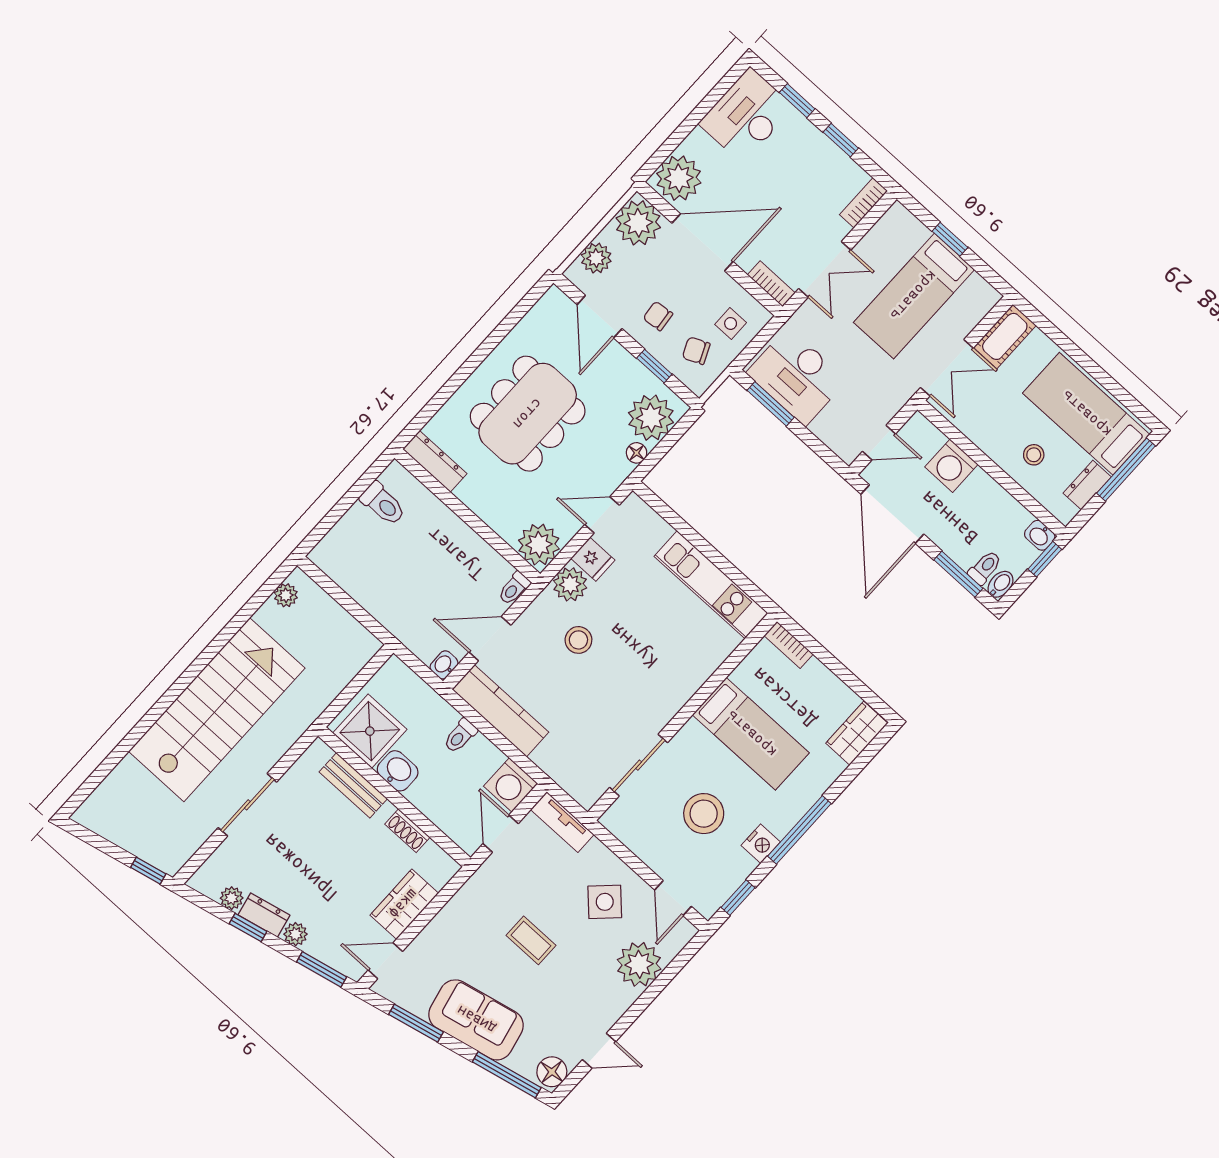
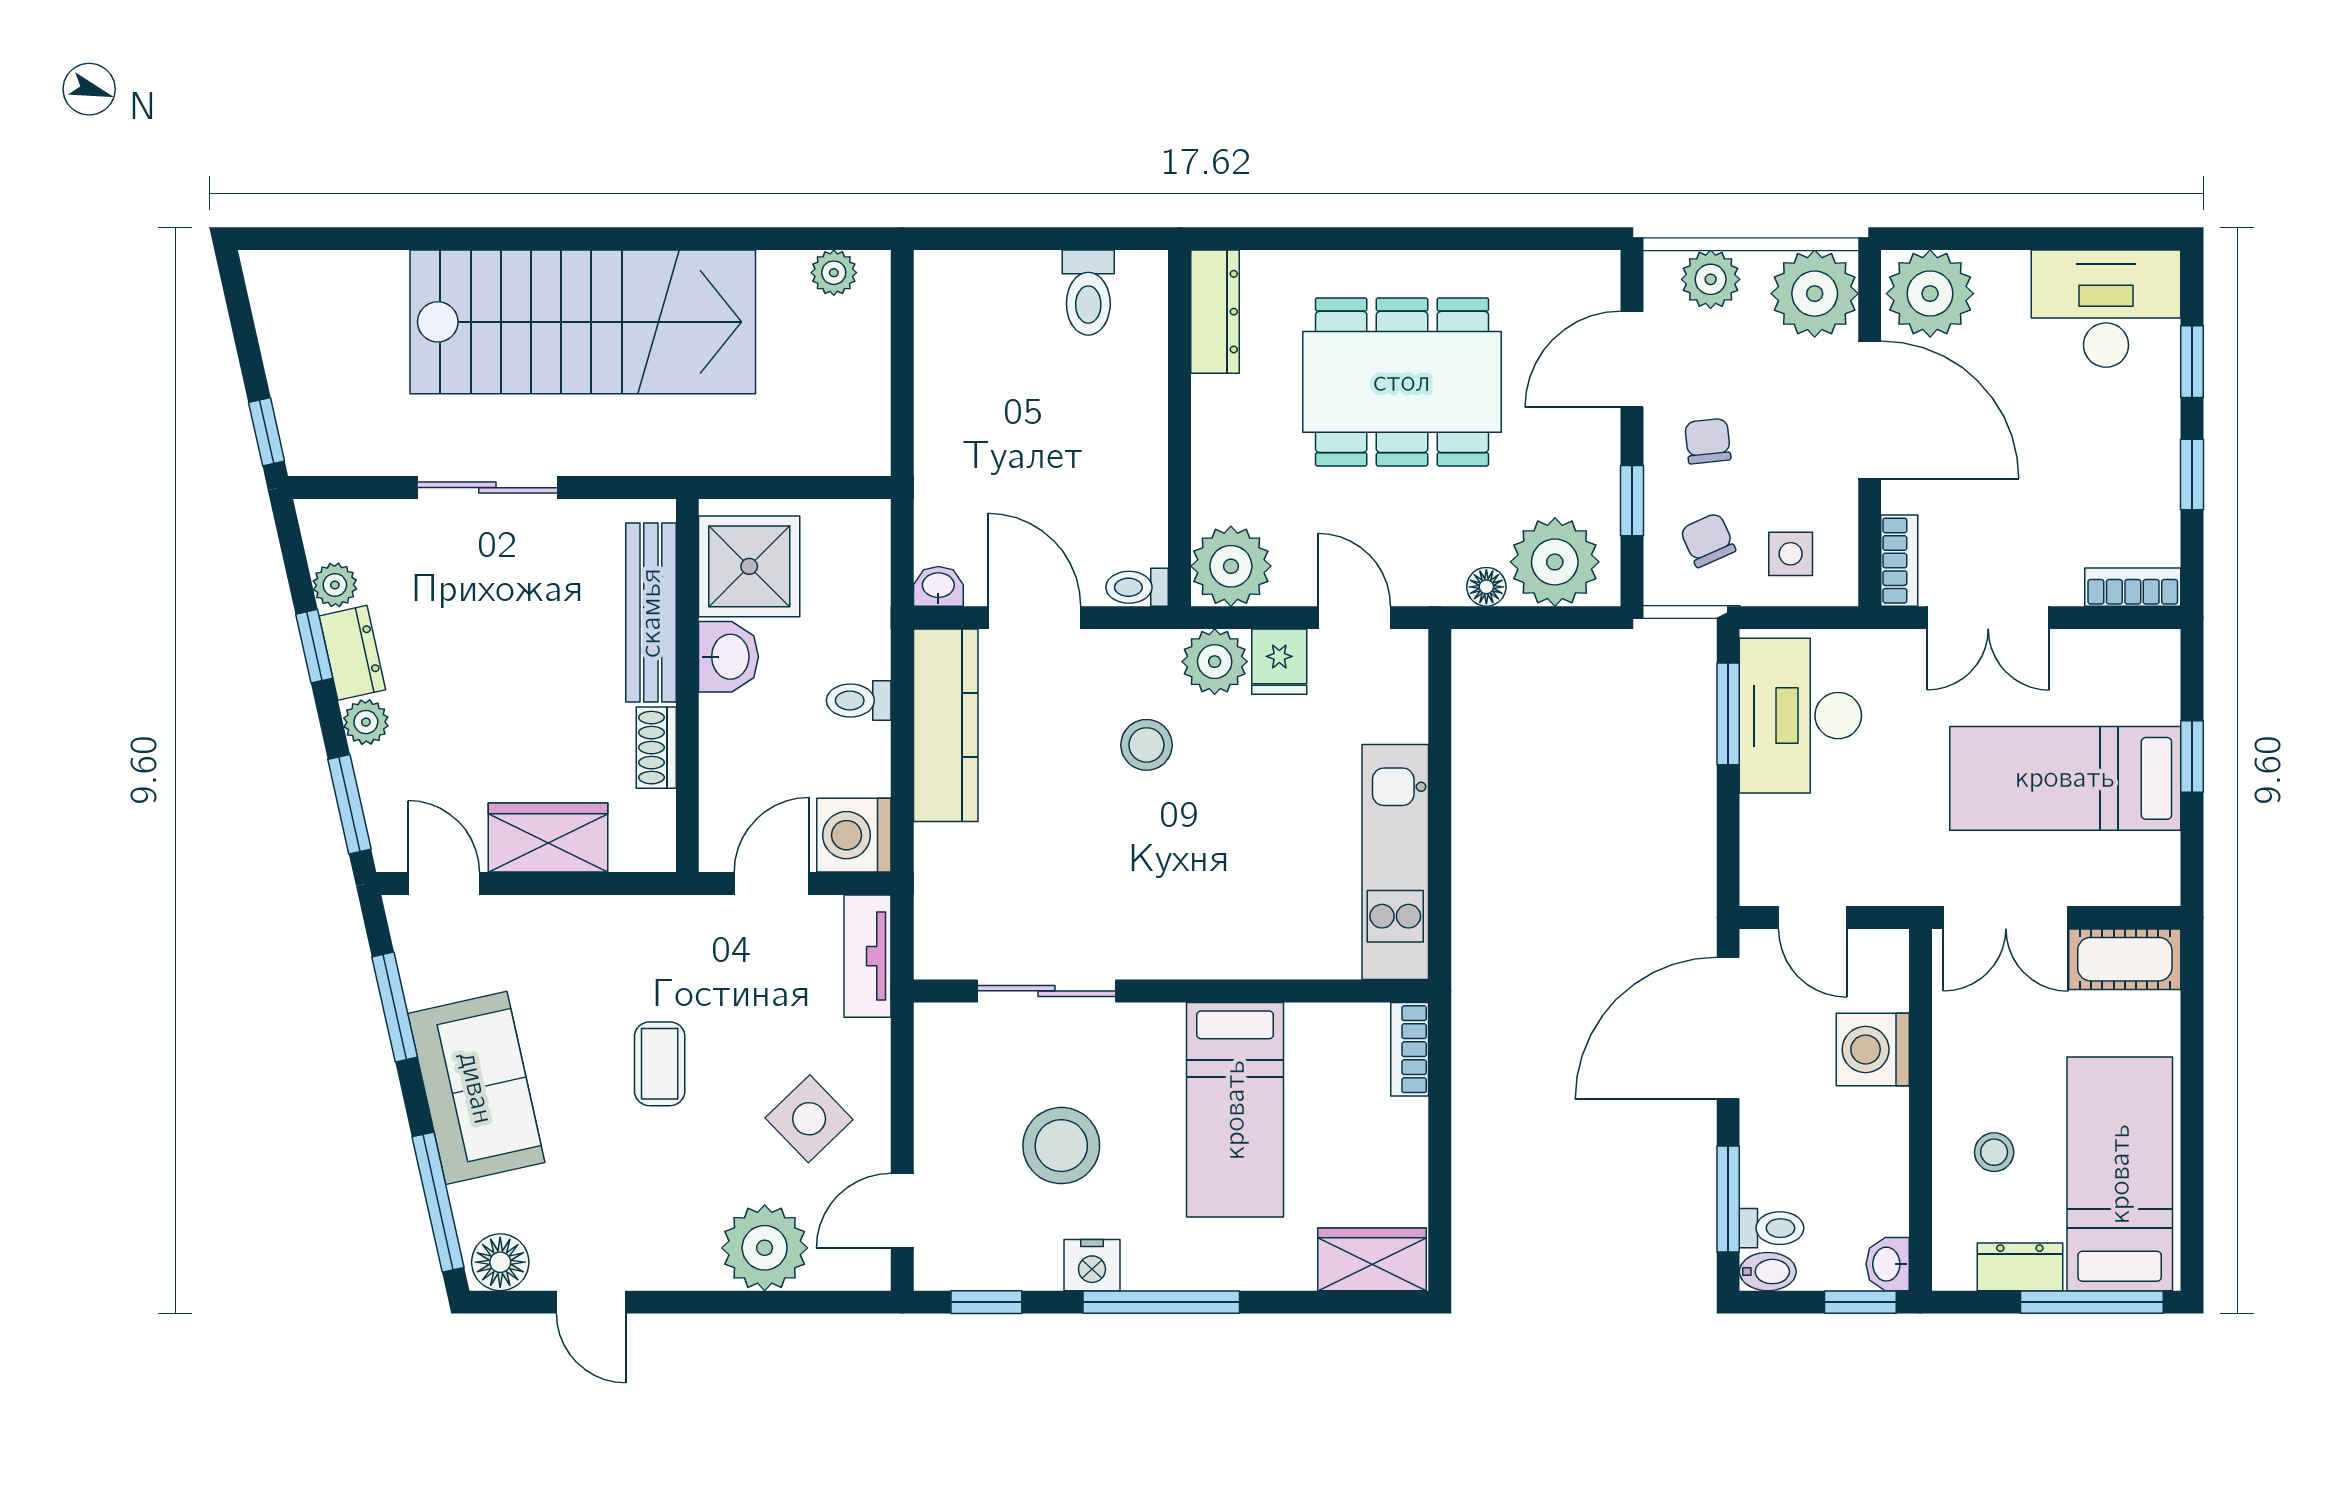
bench: (353, 785) -> (651, 613), width x1.36

